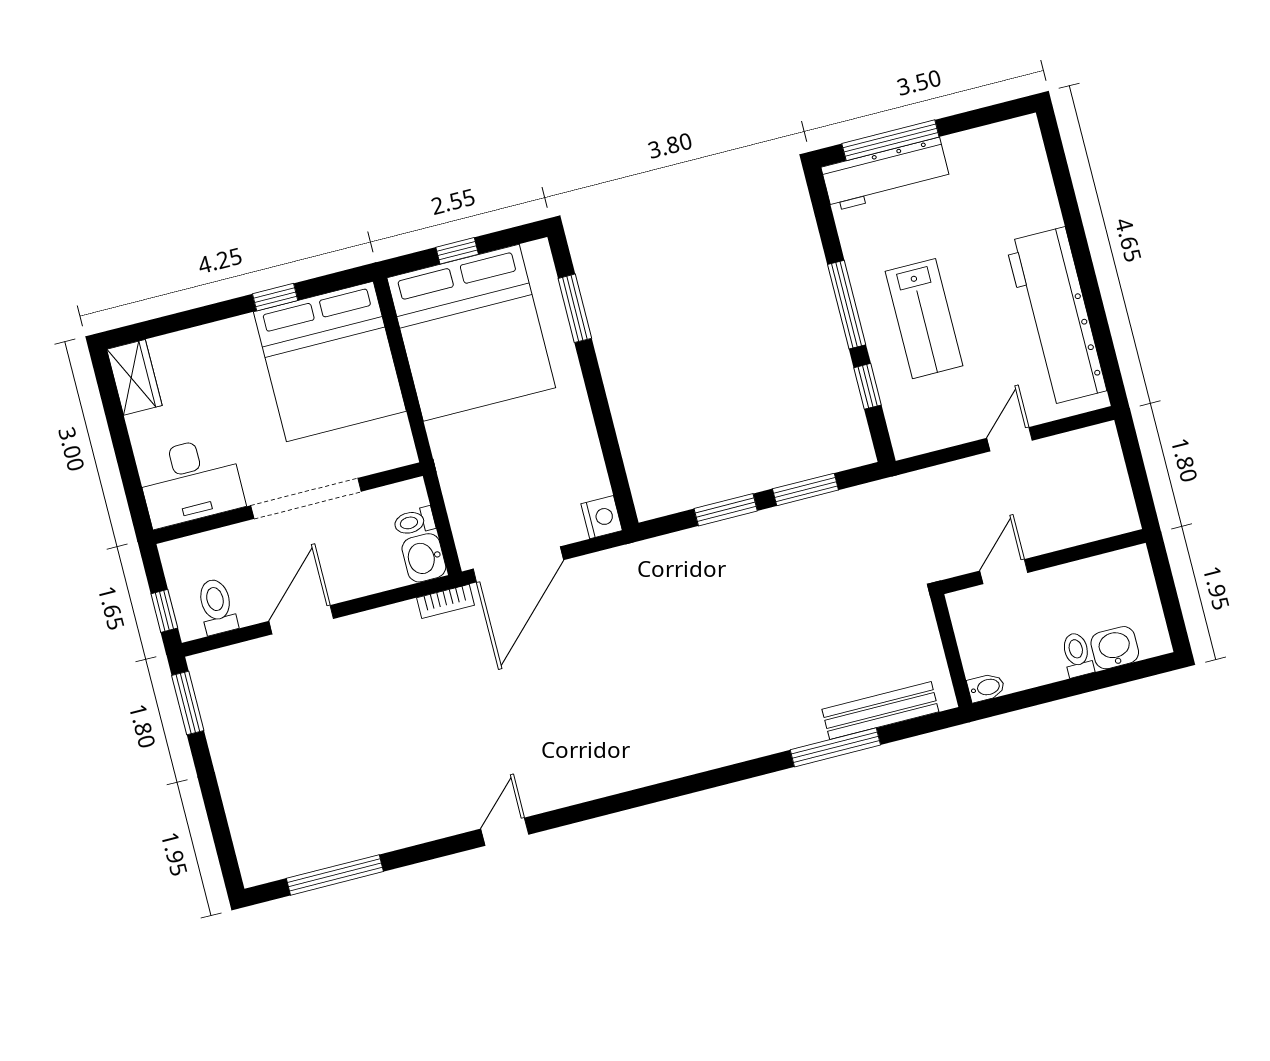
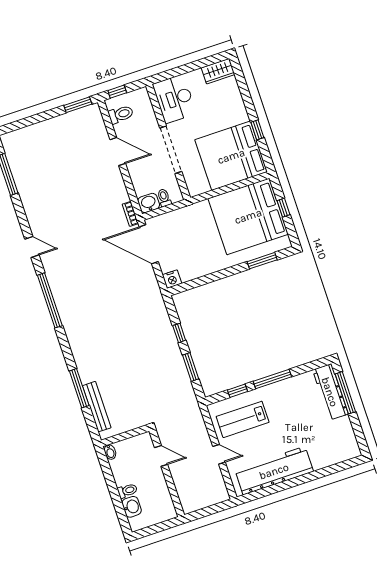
lab bench: (924, 319) -> (243, 419), moved
window: (726, 510) -> (179, 333), width x0.67
window: (630, 800) -> (50, 300), added

